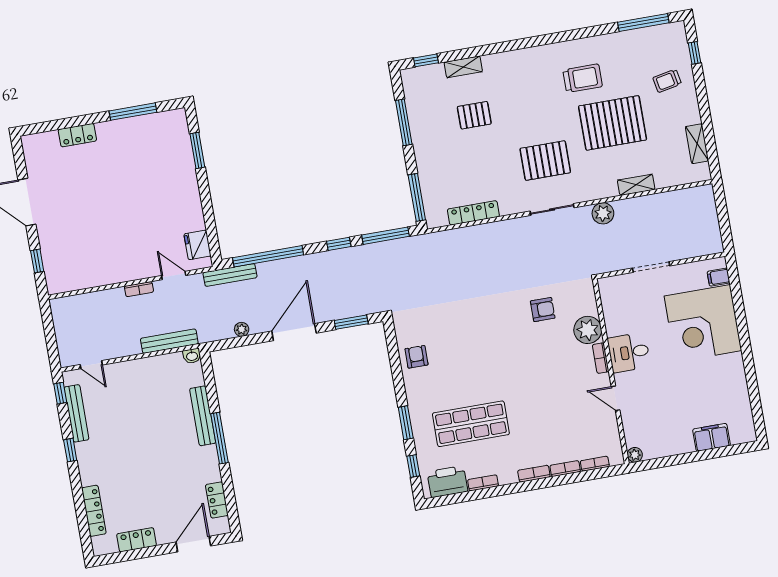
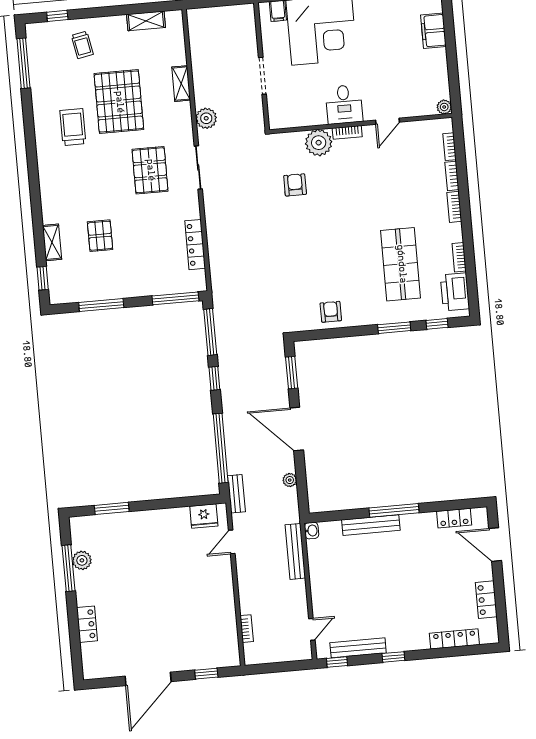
plant: (142, 125) -> (82, 560), added
bench: (230, 275) -> (236, 494), width x0.73
bookcase: (139, 289) -> (247, 629), moved
armchair: (416, 357) -> (331, 312), turned 90

